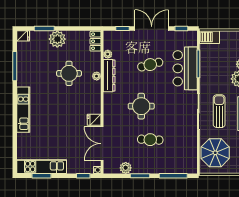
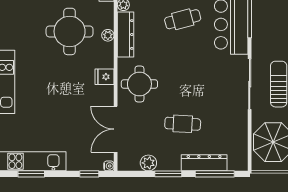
round table: (69, 73) -> (70, 31), width x1.36, depth x1.36
round table: (141, 106) -> (139, 84), moved
fridge: (94, 120) -> (104, 77), moved
dresser: (166, 168) -> (204, 163), added

